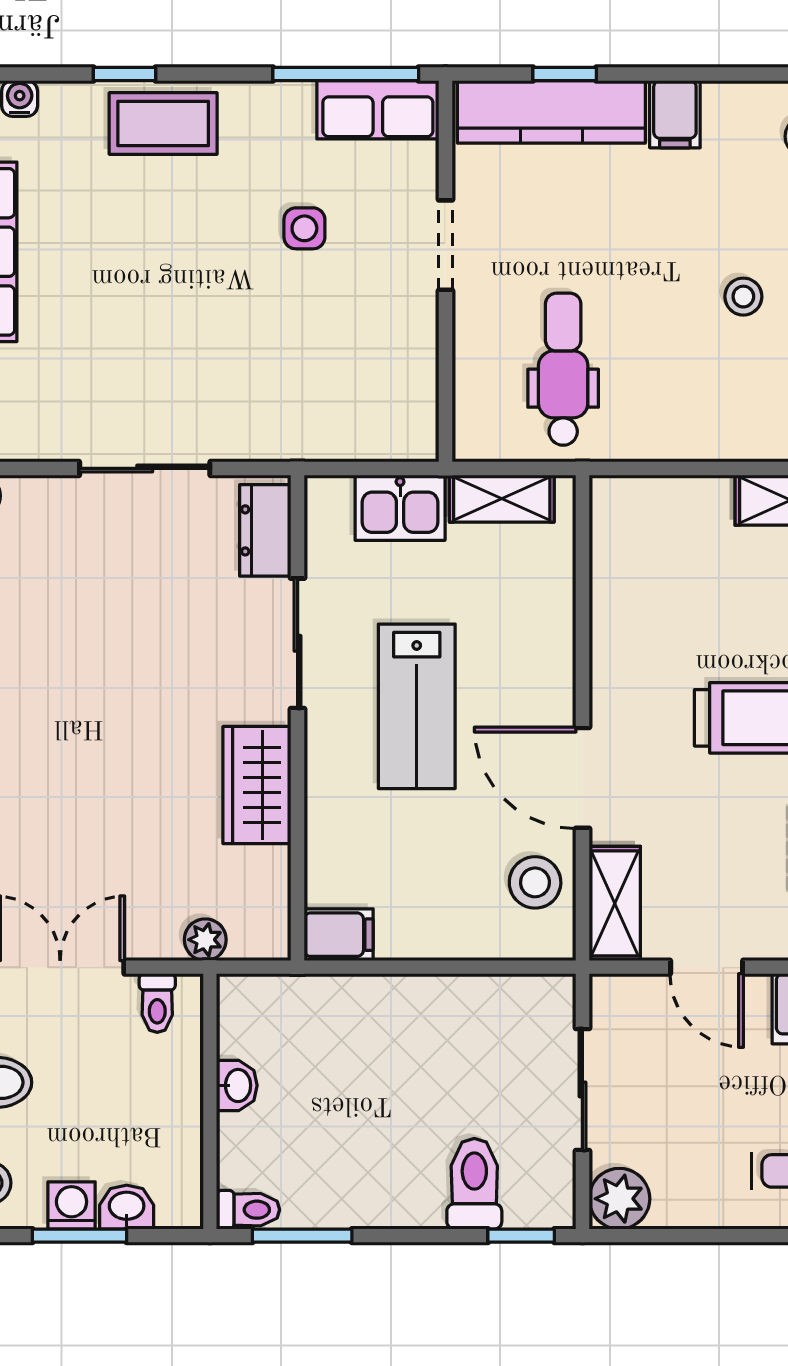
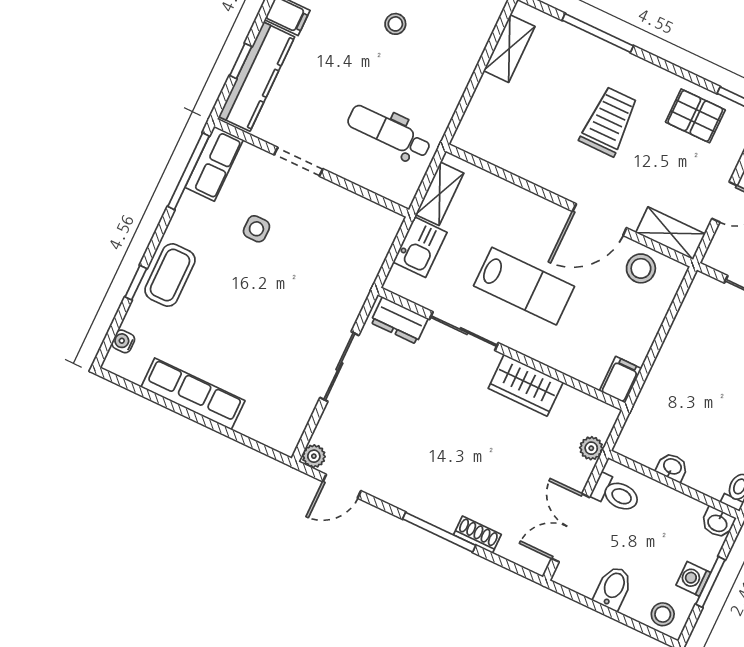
toilet: (157, 1003) -> (616, 494), width x1.37, depth x1.39
washbasin: (127, 1207) -> (718, 523), moved, turned -90

